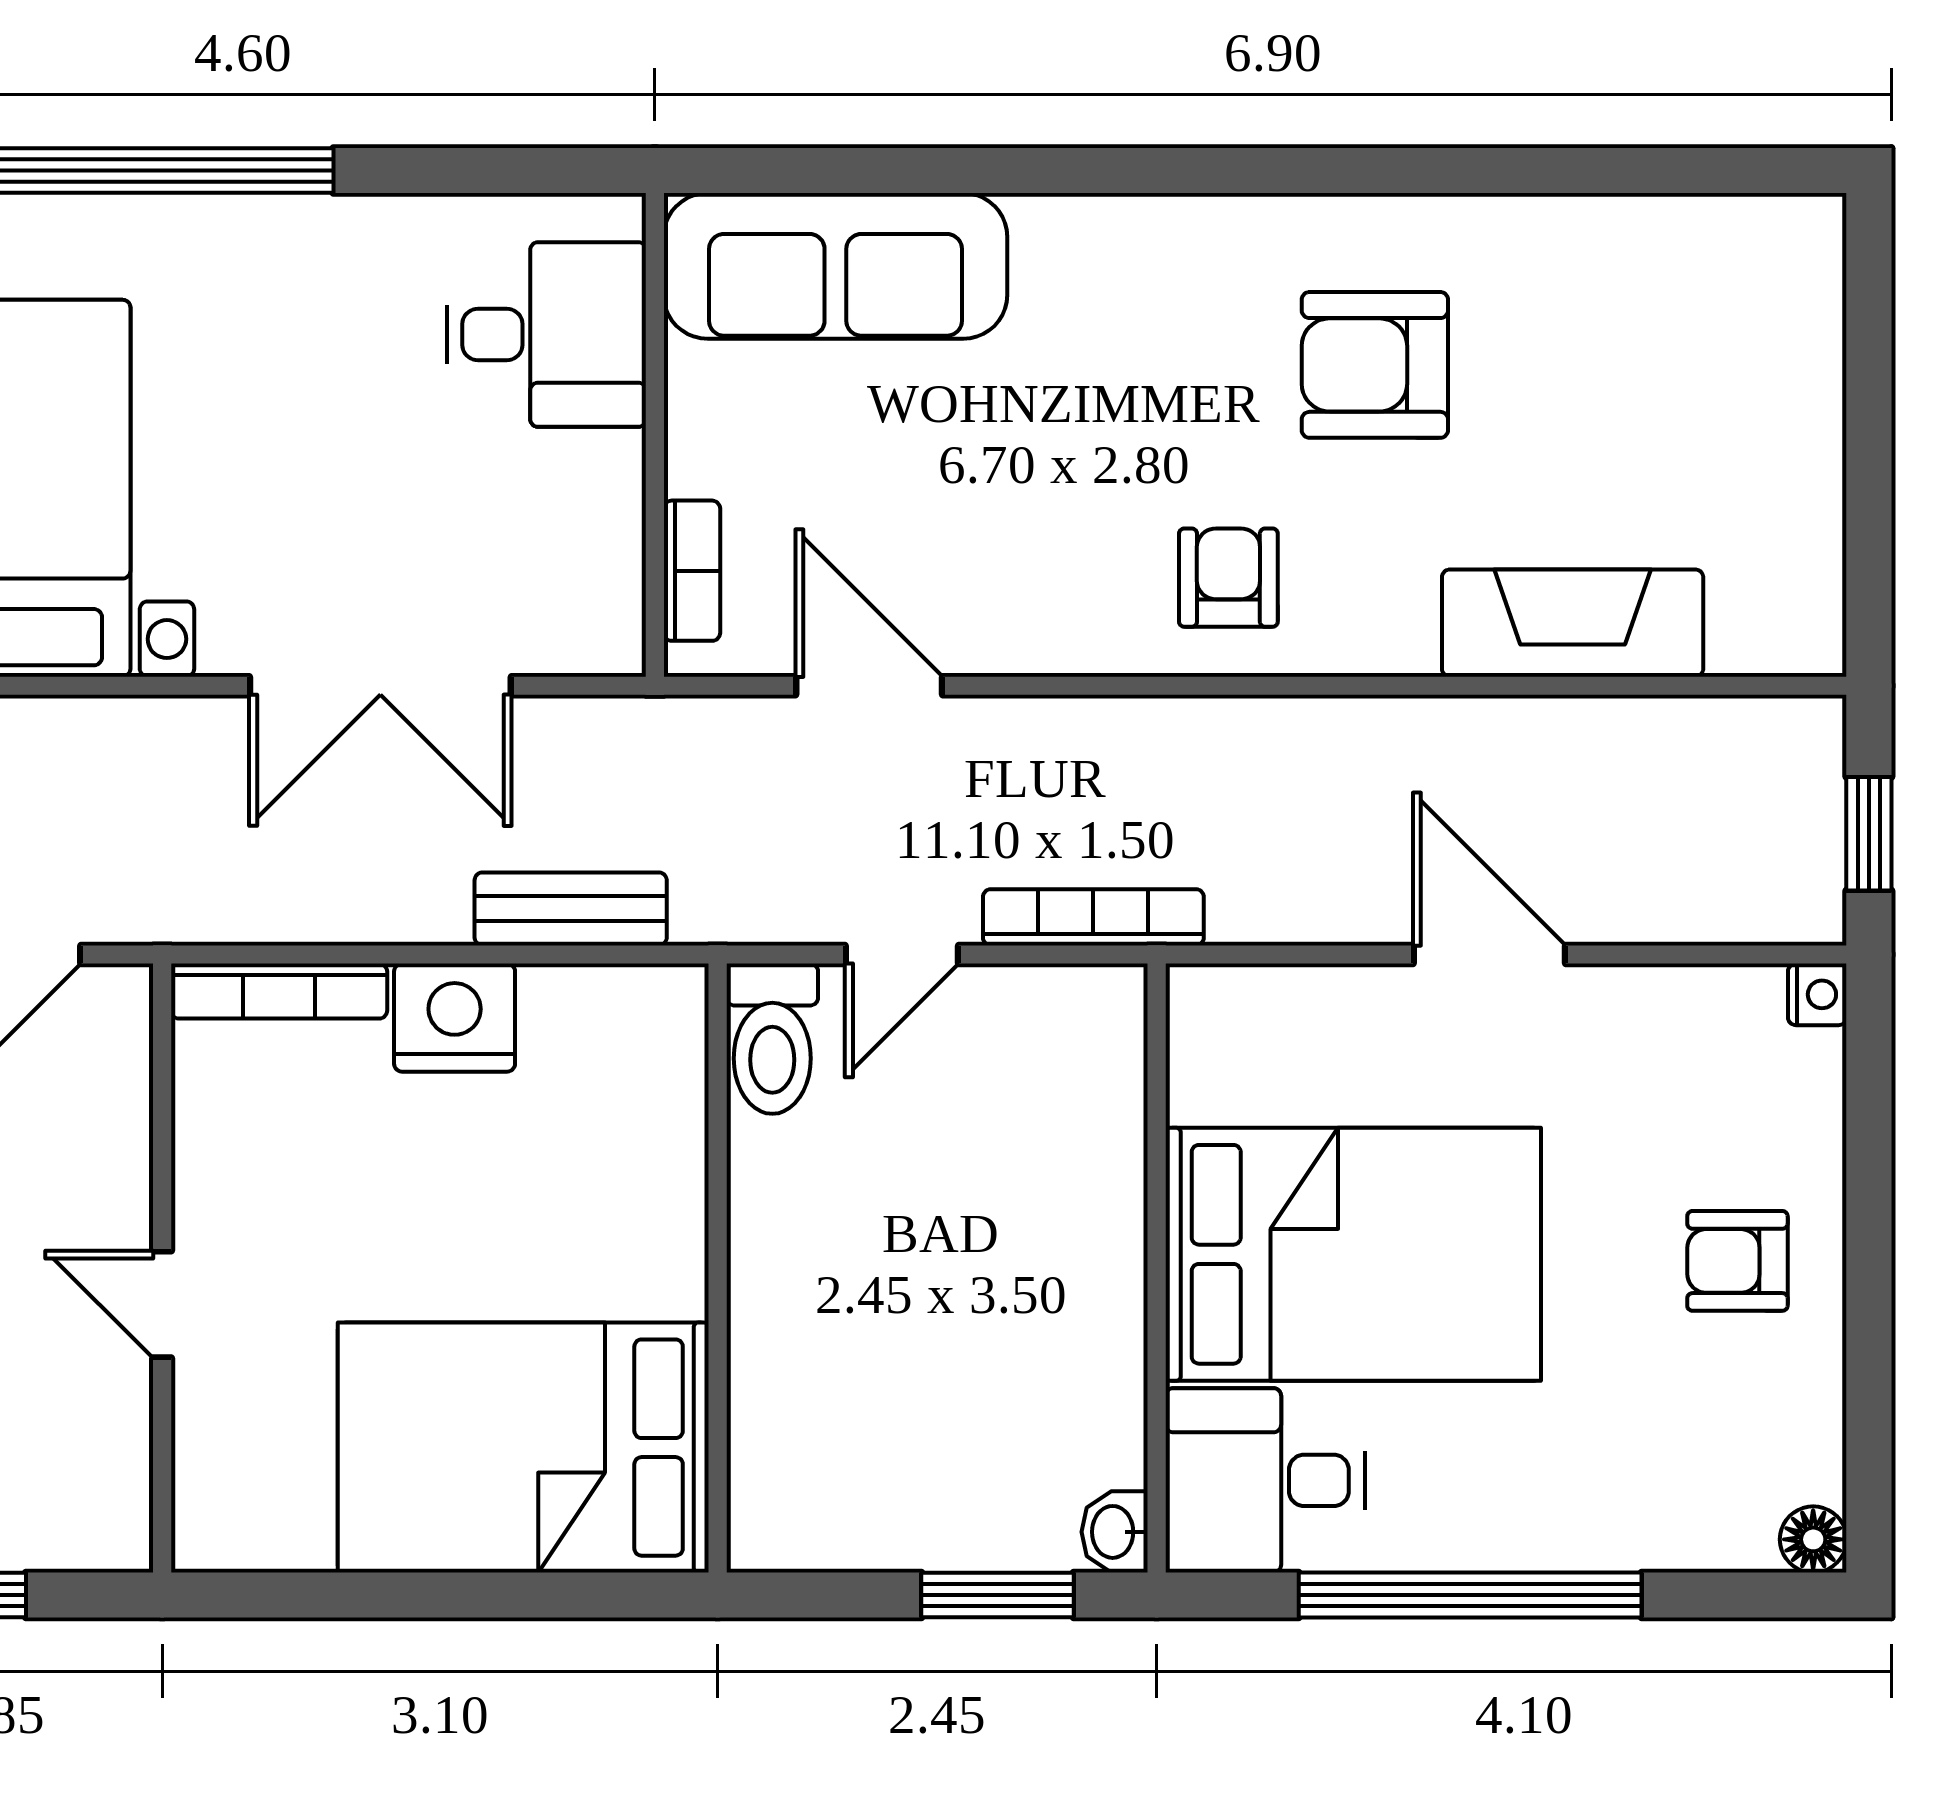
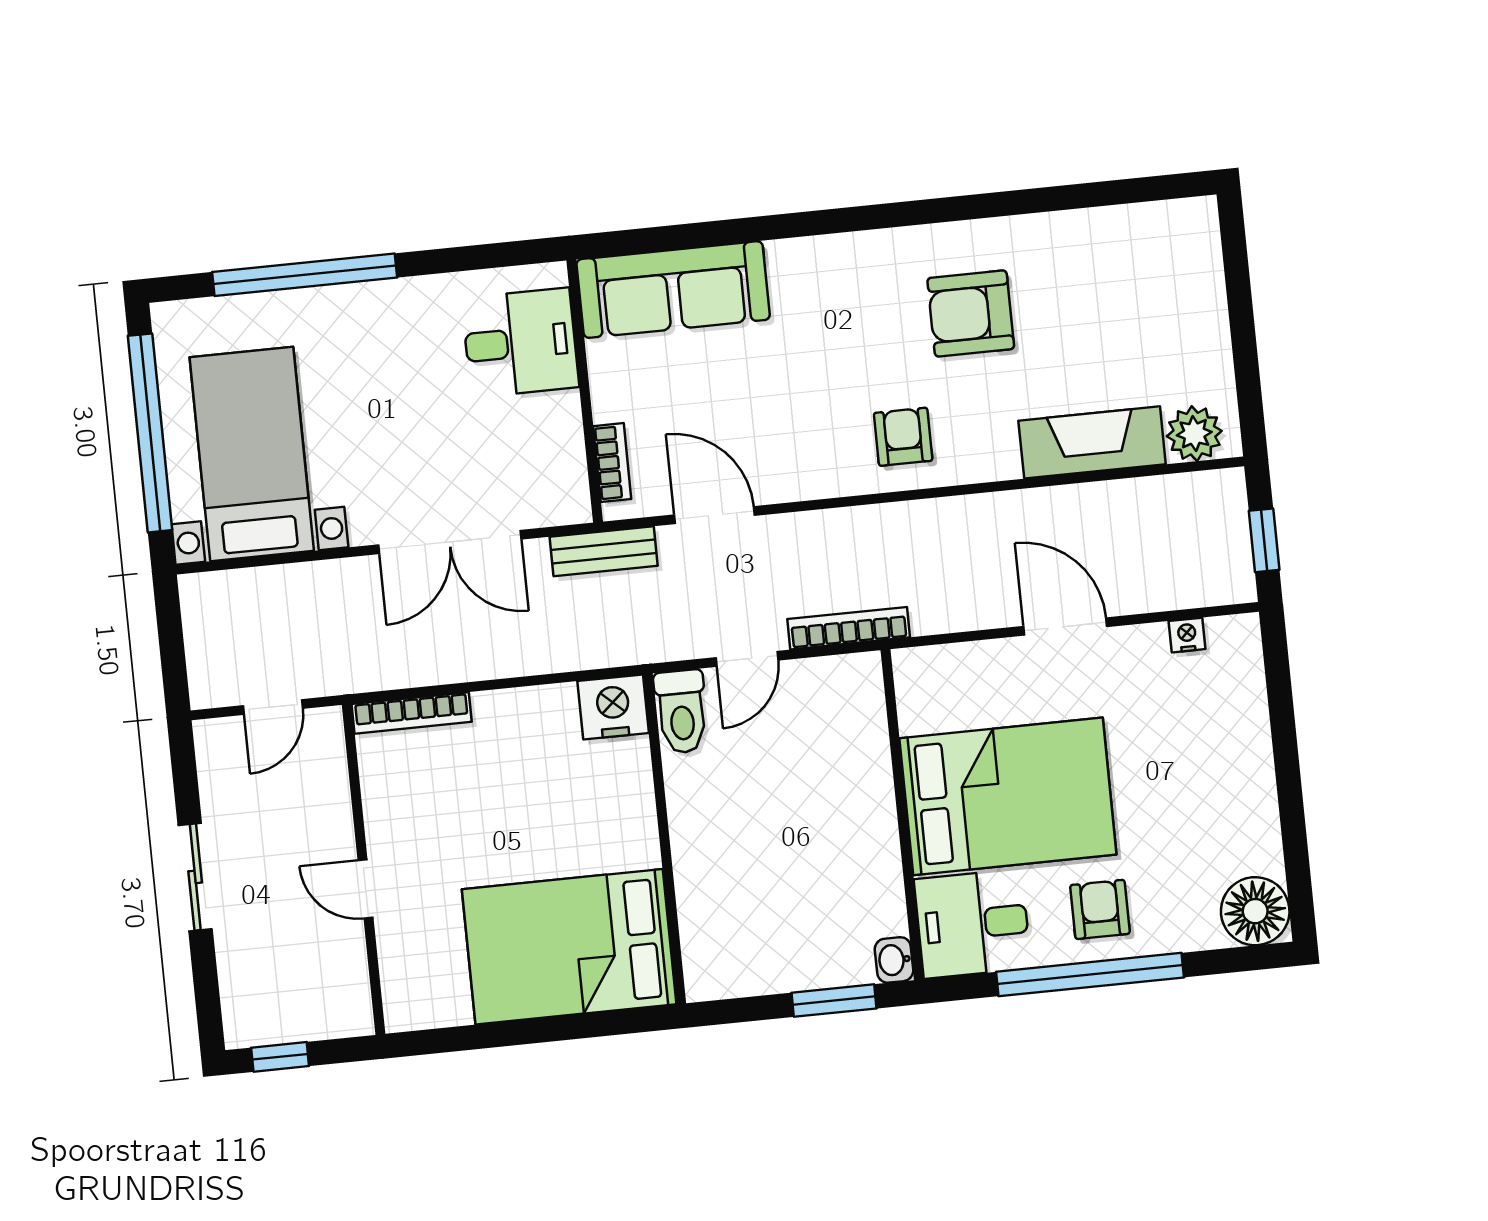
plant: (1761, 626) -> (1194, 434), added
bench: (571, 909) -> (604, 551), moved
nightstand: (1817, 994) -> (1187, 635), moved, turned -90
nightstand: (455, 1018) -> (613, 707), moved
armchair: (1737, 1261) -> (1100, 909), moved, turned 90
floor lamp: (1813, 1539) -> (1255, 911), width x1.89, depth x1.89

